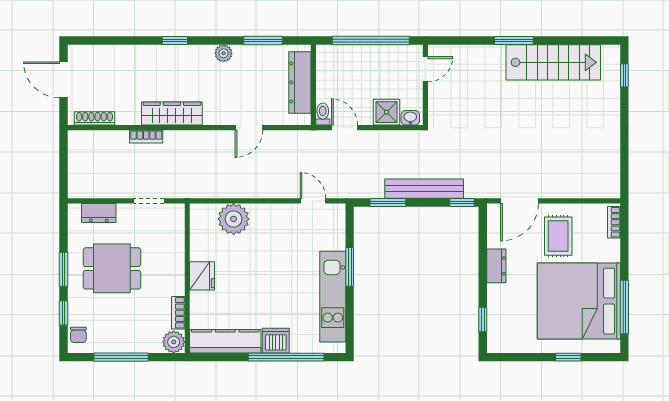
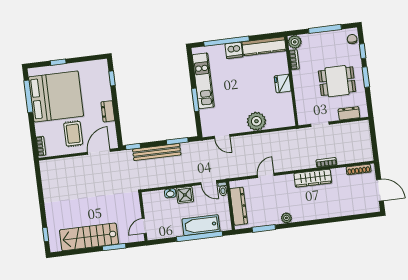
window: (175, 41) -> (316, 222), removed
bathtub: (366, 59) -> (201, 225), added
door: (425, 69) -> (144, 226), moved
wall: (425, 85) -> (143, 217), moved
plant: (234, 219) -> (256, 121), moved

